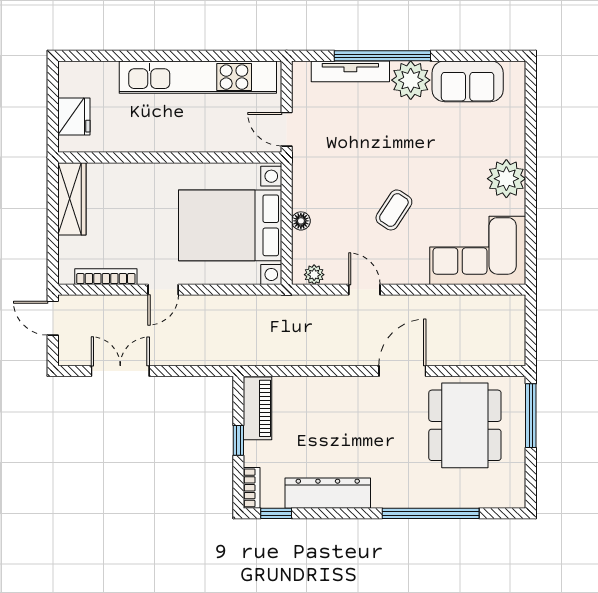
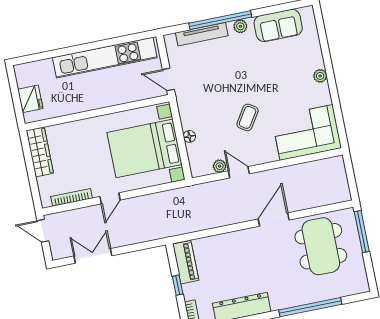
plant: (411, 80) -> (240, 26), width x0.53, depth x0.53
plant: (506, 179) -> (320, 76), width x0.53, depth x0.53
plant: (314, 275) -> (220, 166), moved

